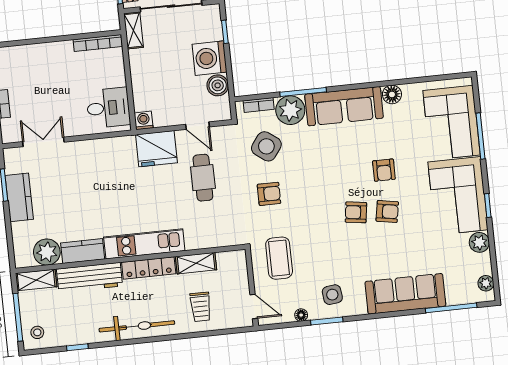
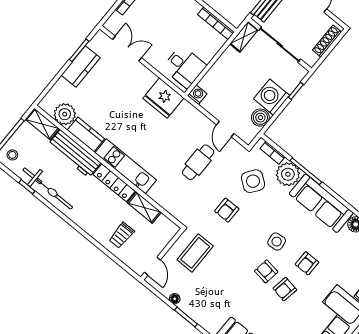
fridge: (156, 149) -> (163, 98), moved
armchair: (269, 194) -> (227, 210), turned 90
armchair: (387, 211) -> (285, 289), turned 90
side table: (332, 295) -> (277, 242), moved
bicycle: (137, 326) -> (48, 188), moved

